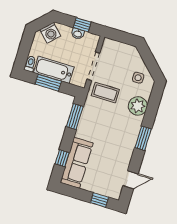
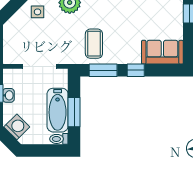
coffee table: (105, 93) -> (94, 44), moved
window: (62, 158) -> (136, 70), moved
sofa: (77, 163) -> (162, 52), width x0.73

